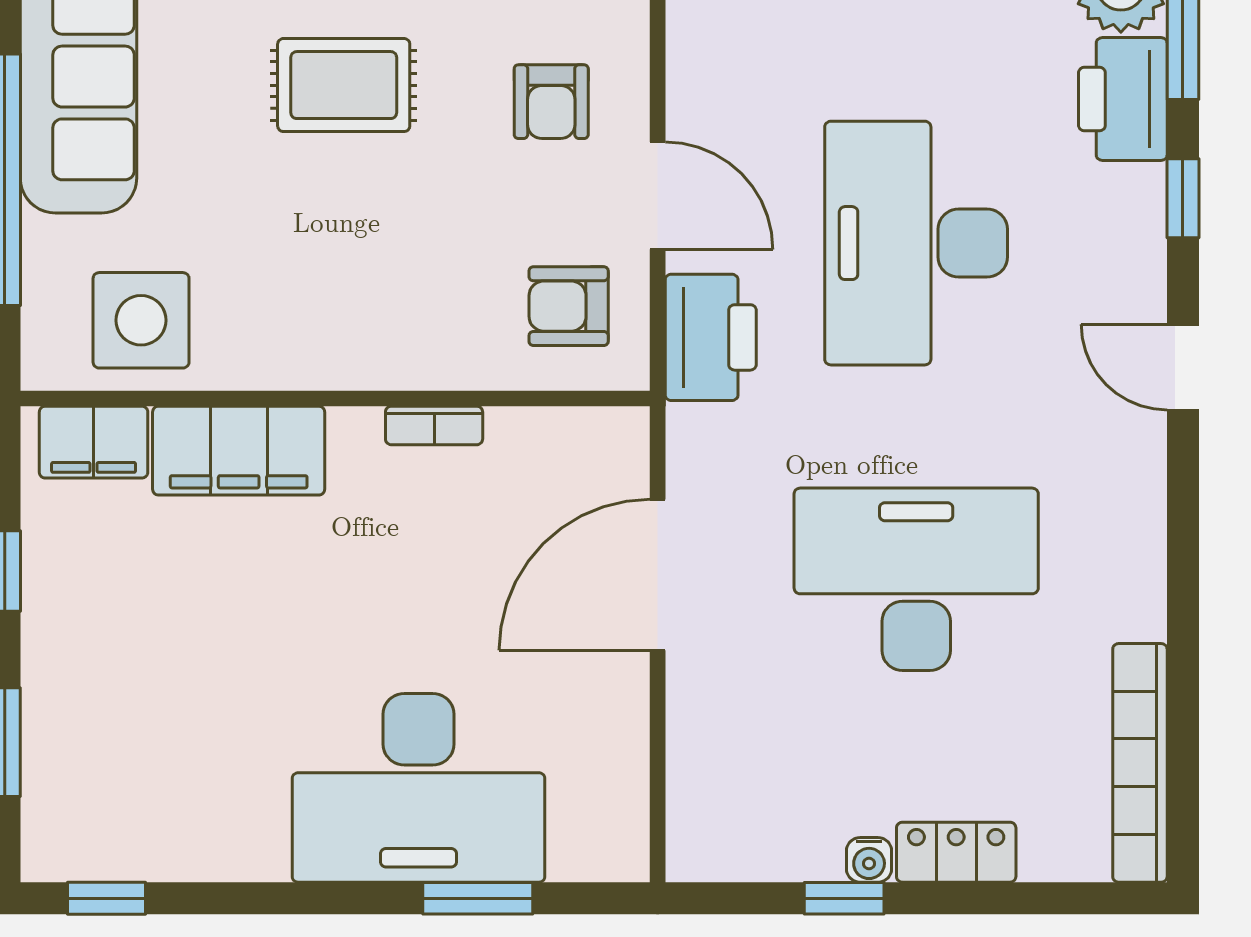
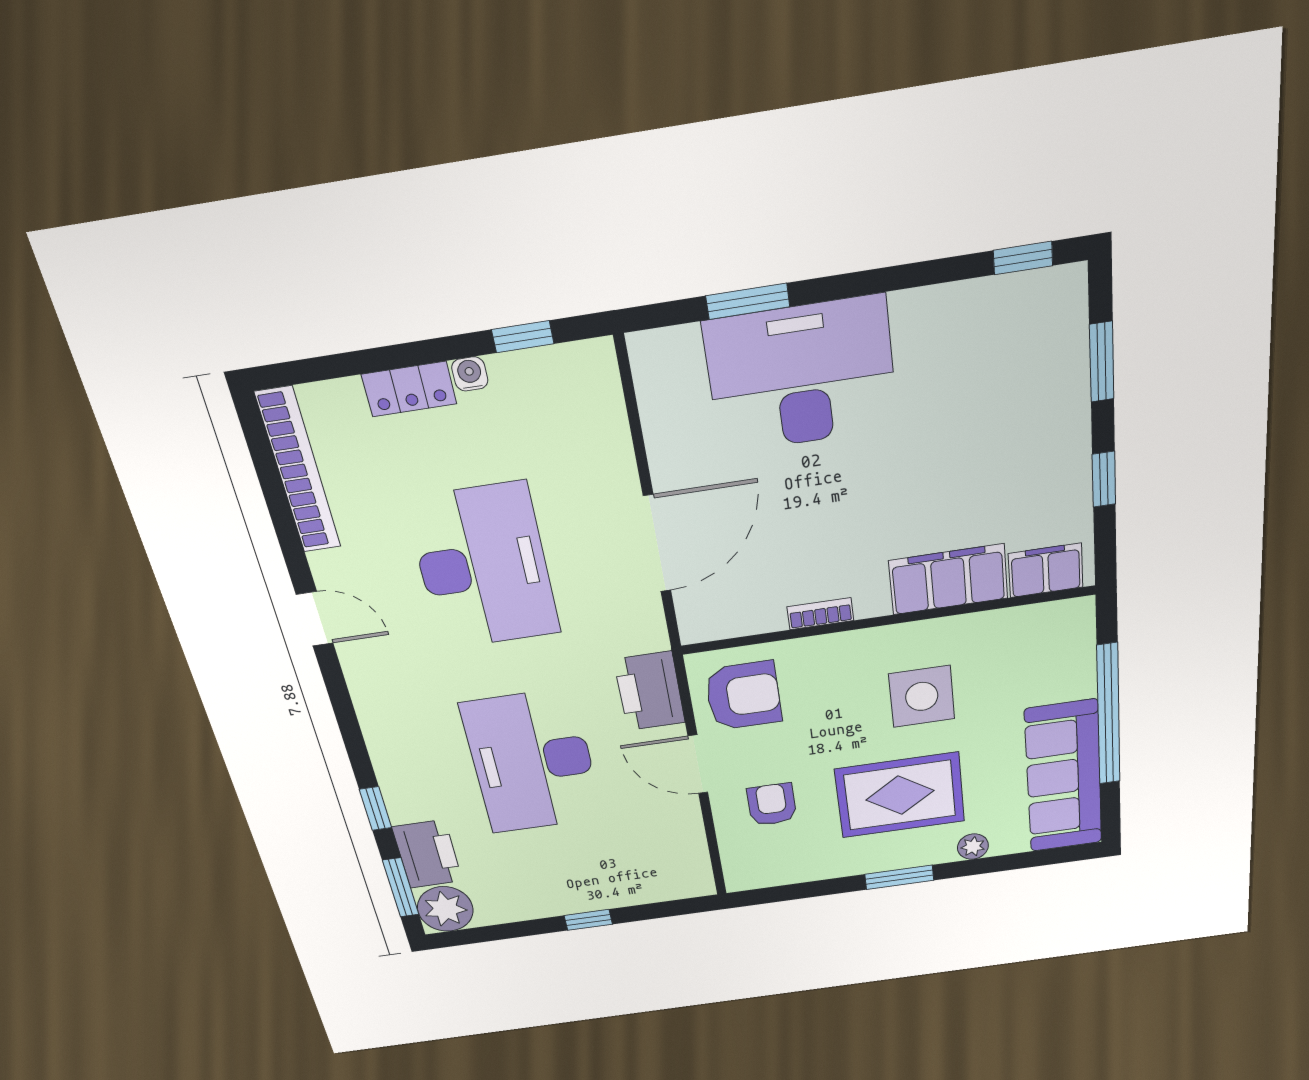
rug: (344, 85) -> (900, 795), width x1.36, depth x1.43
desk: (916, 243) -> (532, 762), turned 180
armchair: (569, 306) -> (743, 696), width x1.38, depth x1.38
side table: (141, 320) -> (922, 696), moved
door: (1183, 367) -> (315, 619), moved
desk: (916, 579) -> (483, 567), turned -90
window: (844, 898) -> (523, 337), moved

